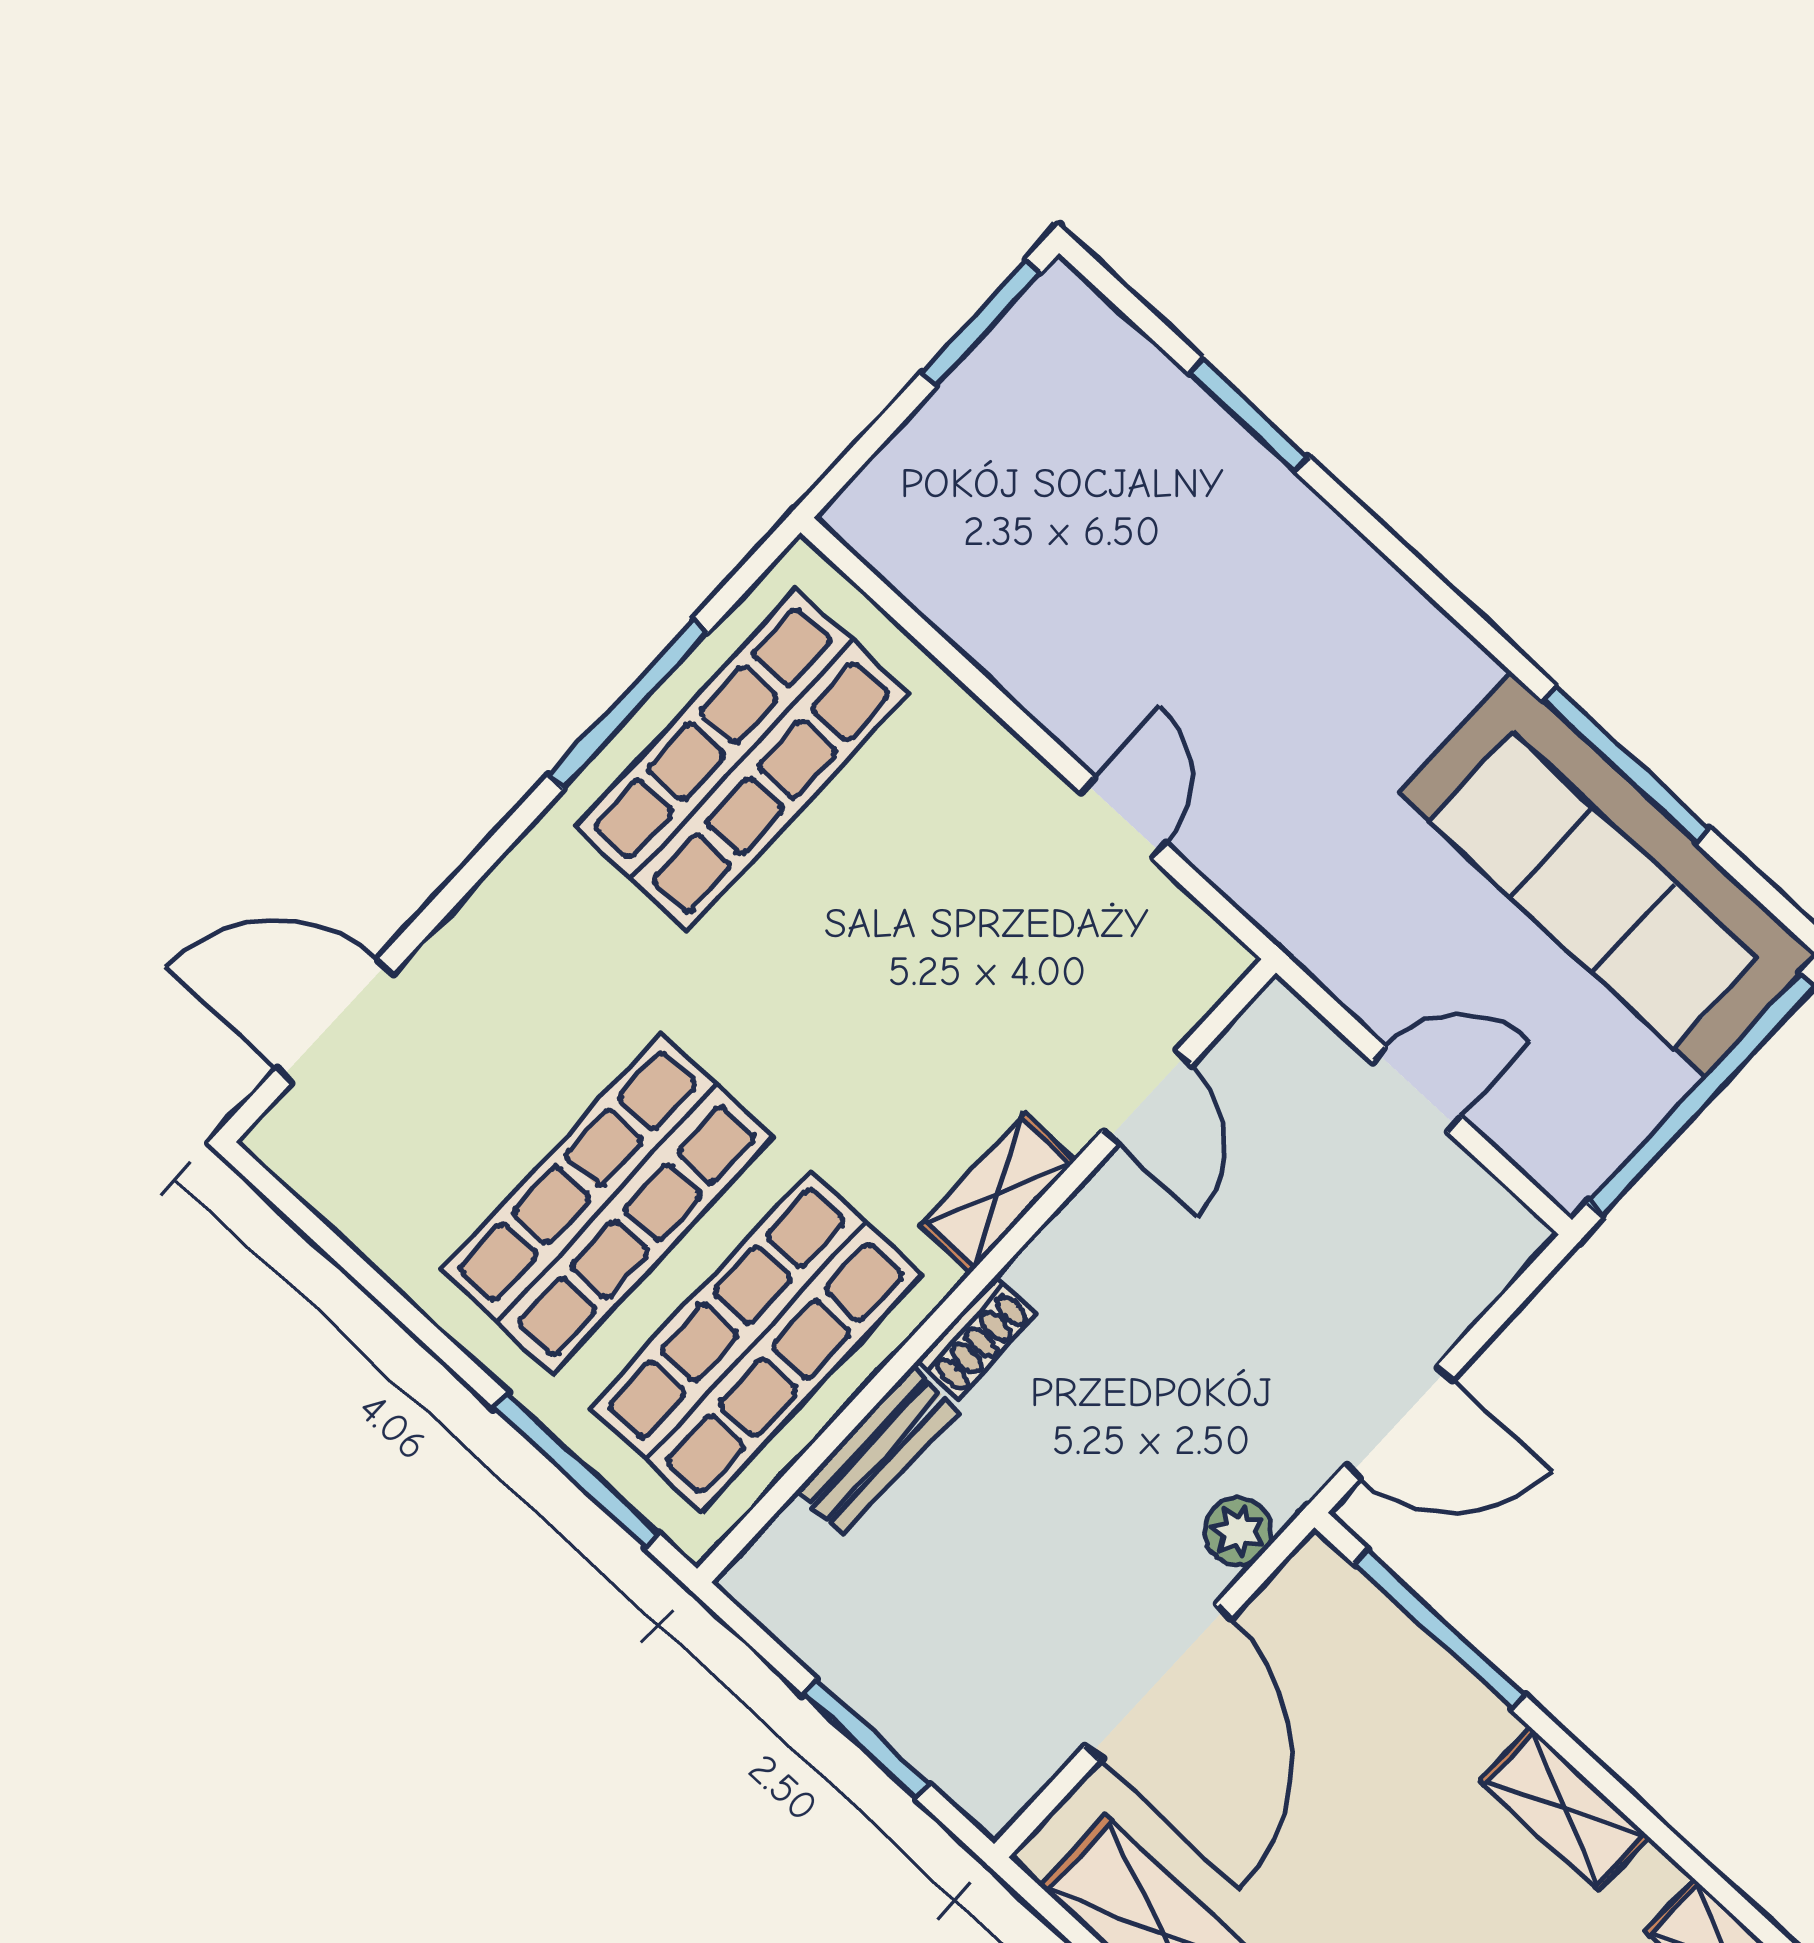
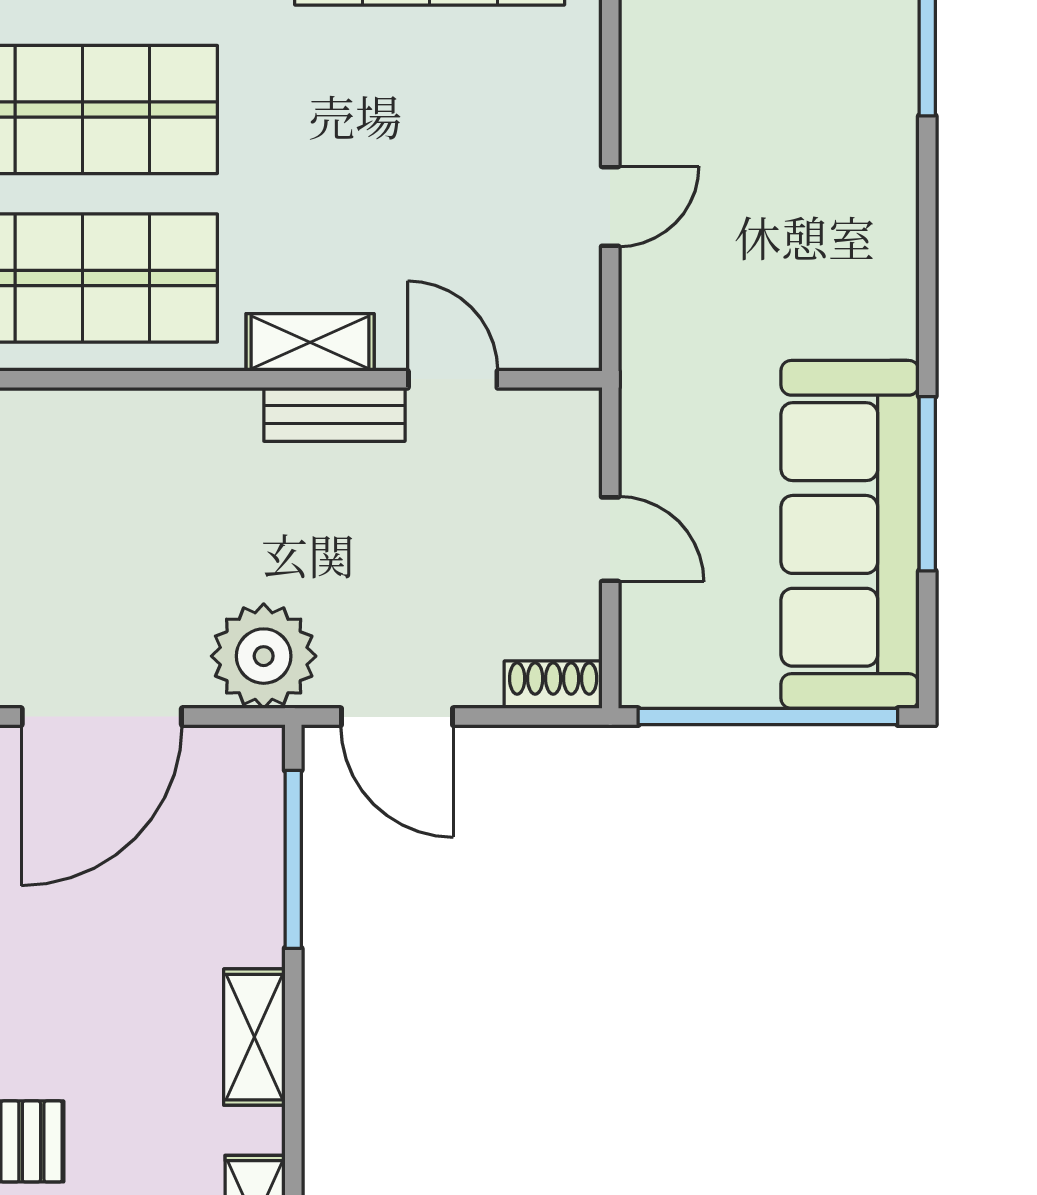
door: (1147, 1097) -> (453, 379), swing flipped
shoe rack: (977, 1338) -> (553, 685), moved, turned 180
bench: (877, 1450) -> (334, 414), moved
plant: (1238, 1531) -> (264, 656), width x1.88, depth x1.88

